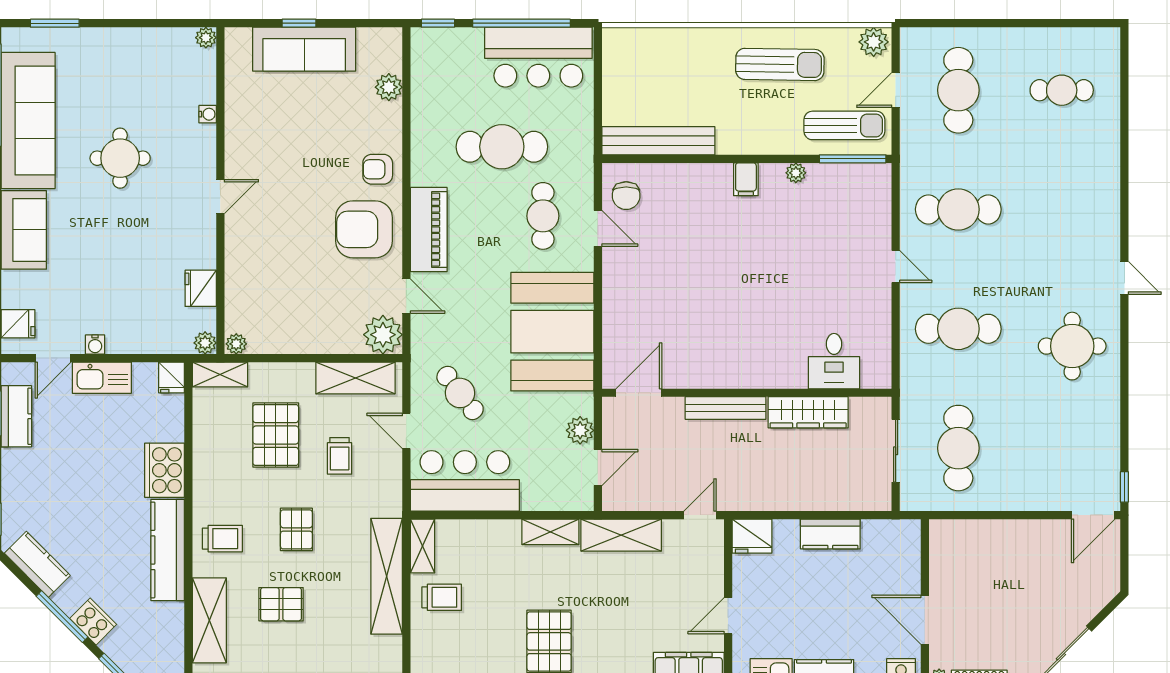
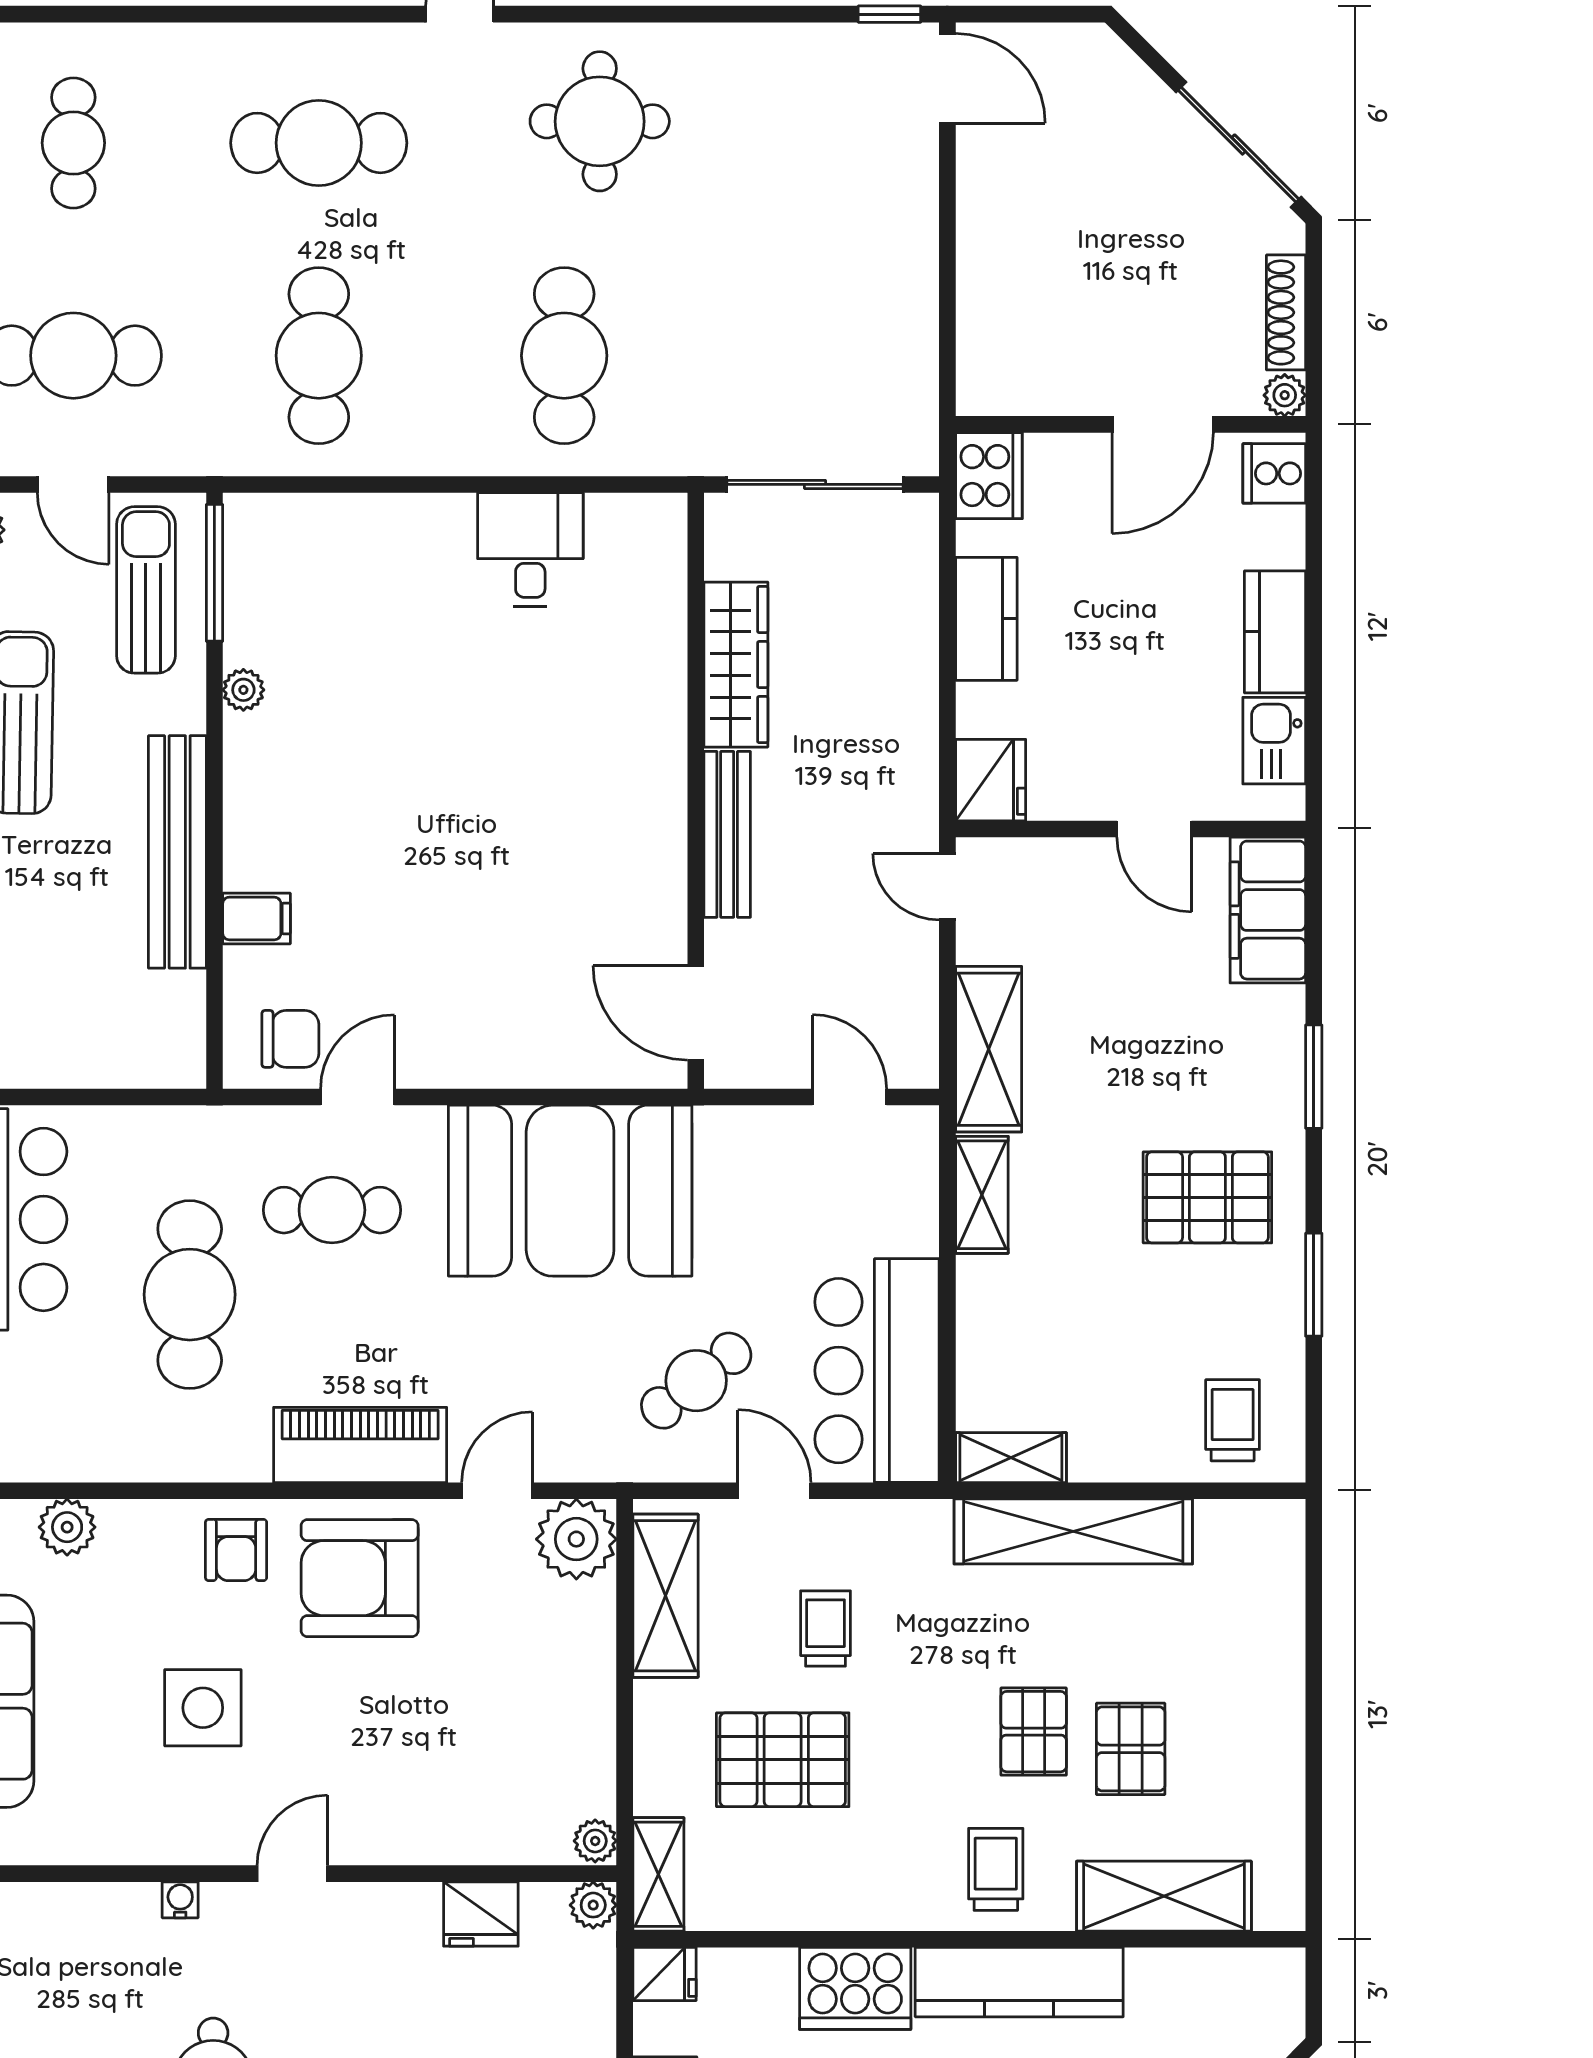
water cooler: (208, 114) -> (180, 1900), moved
bench: (658, 141) -> (177, 852), moved
side table: (301, 153) -> (203, 1708), added
filing cabinet: (746, 179) -> (257, 918), moved
door: (220, 197) -> (292, 1874), hinge flipped
armchair: (364, 229) -> (360, 1578), turned 90
door: (896, 266) -> (436, 484), removed
desk: (834, 361) -> (530, 550), moved, turned -90
plant: (580, 430) -> (773, 1134), removed
door: (406, 431) -> (774, 1491), swing flipped
cafe table: (958, 448) -> (319, 143), moved
sliding door: (896, 451) -> (815, 484), width x1.37
trolley: (340, 456) -> (826, 1628), turned -90
pallet: (296, 529) -> (1034, 1732), moved, turned 90
cooker: (900, 535) -> (989, 476), added
trolley: (442, 597) -> (1233, 1420), moved

